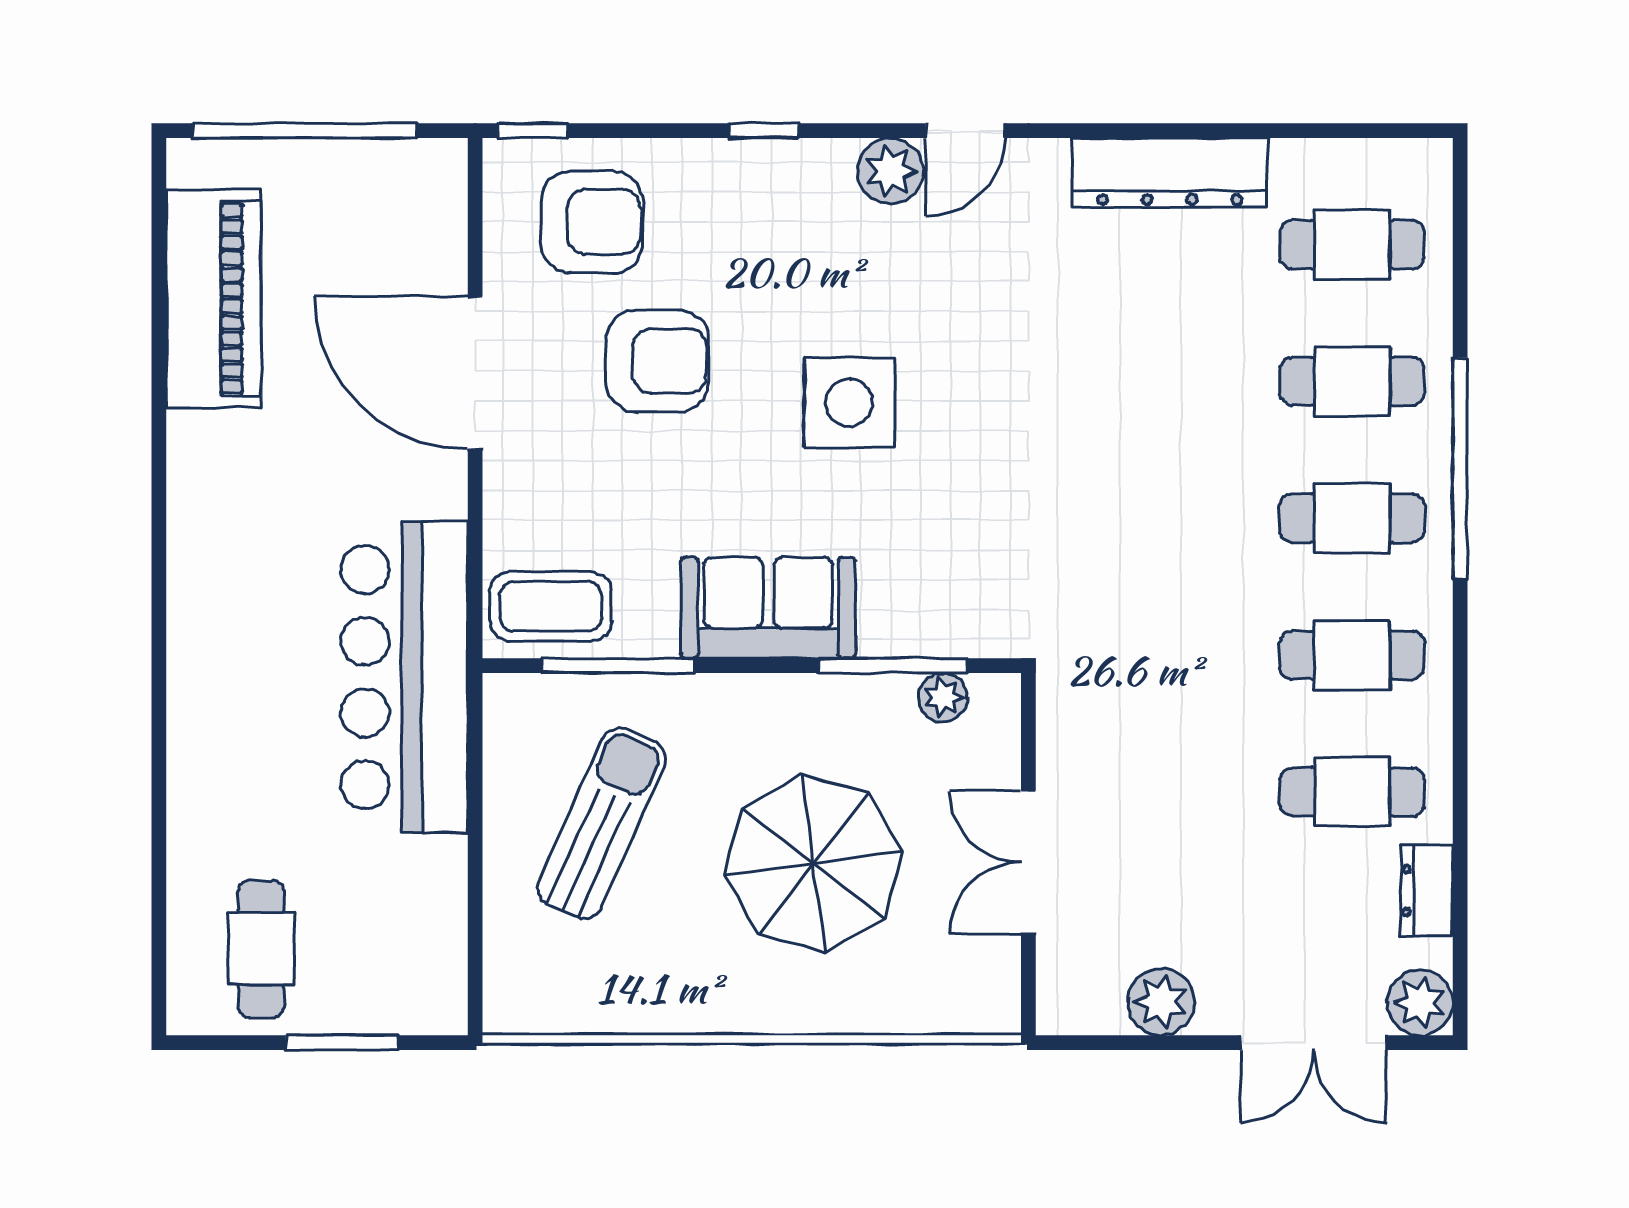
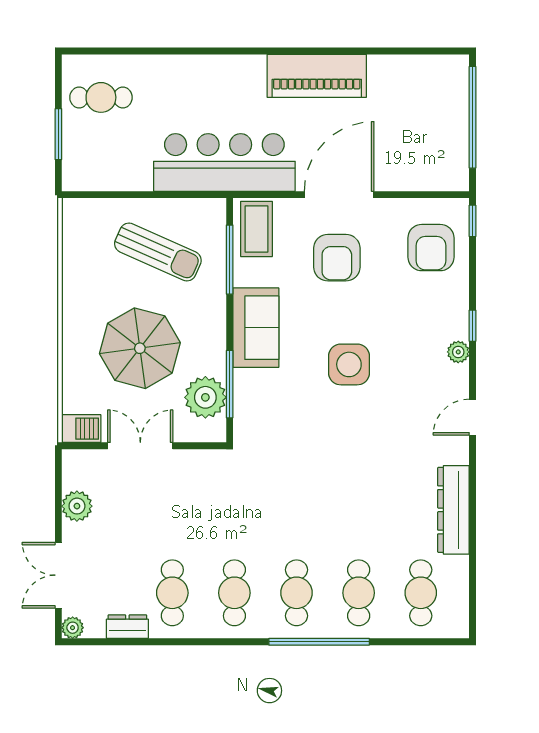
door: (965, 131) -> (472, 417), hinge flipped
plant: (890, 171) -> (458, 352), moved, width x0.73, depth x0.73
piano: (214, 299) -> (317, 76), moved
armchair: (657, 361) -> (337, 258), moved
door: (475, 373) -> (339, 195), moved
plant: (943, 697) -> (205, 397), width x1.88, depth x1.88
barbecue: (991, 992) -> (81, 429), added
plant: (1420, 1003) -> (73, 628), width x0.73, depth x0.73

